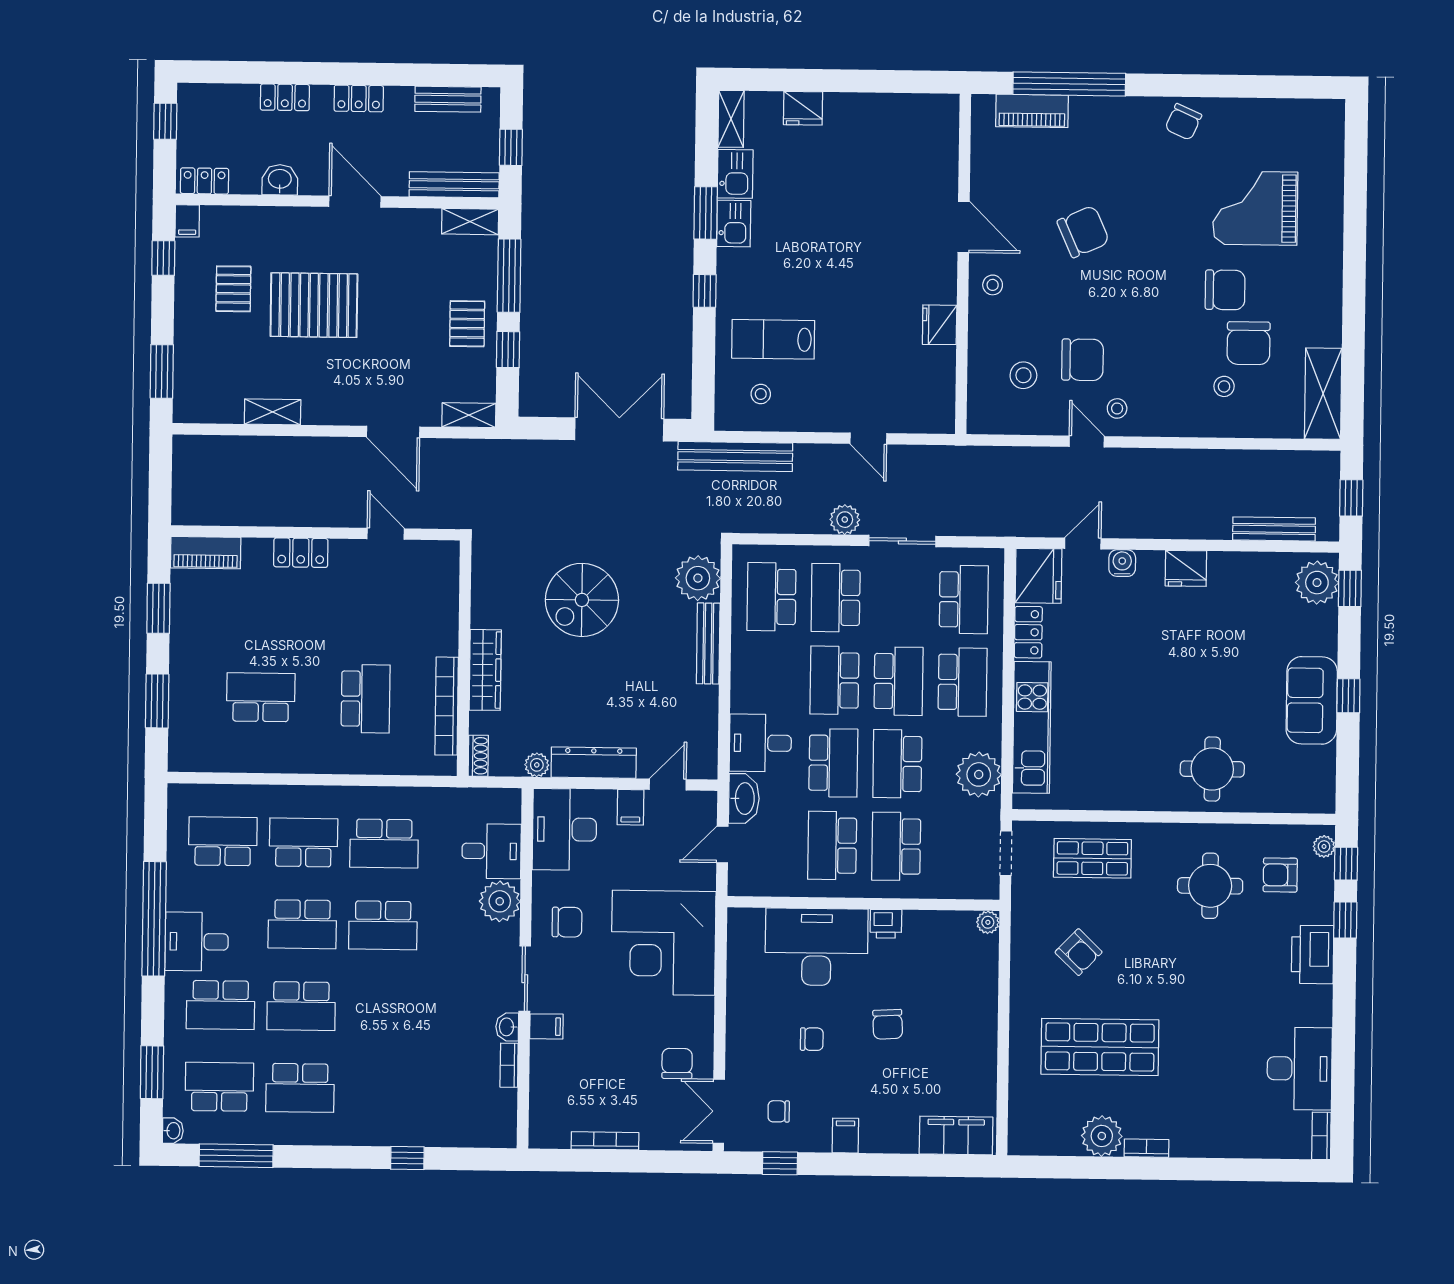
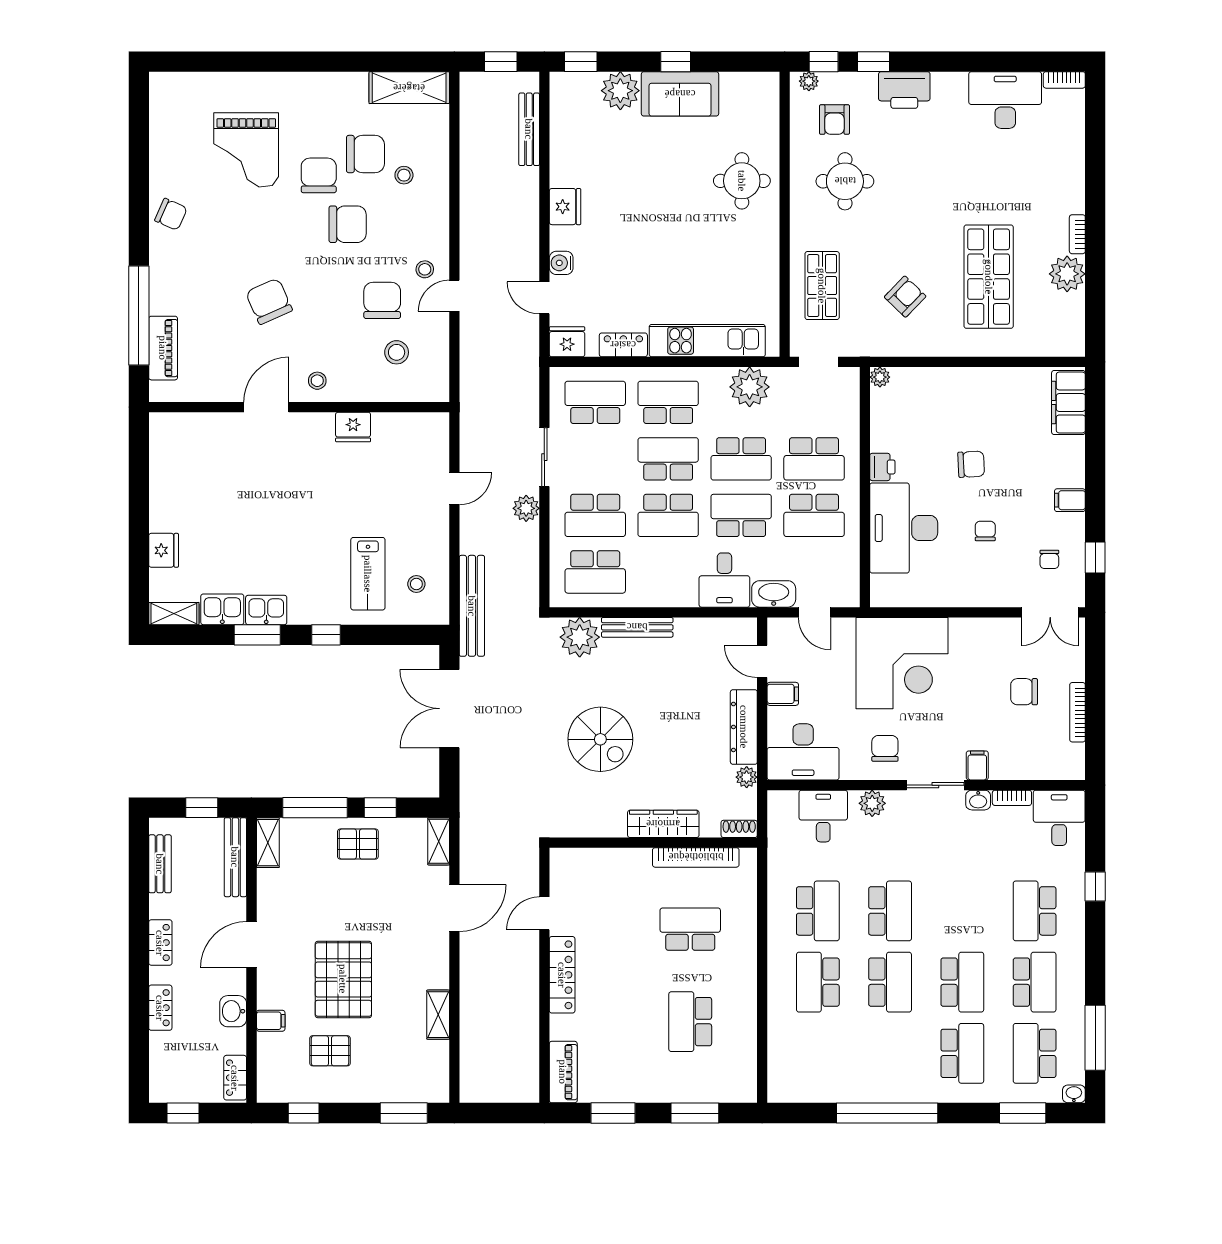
filing cabinet: (187, 221) -> (271, 1021), moved
chair: (1169, 322) -> (348, 224), added
locker: (301, 553) -> (562, 975), width x1.53
fridge: (1038, 576) -> (567, 342), width x0.73, depth x0.75
plant: (1317, 583) -> (620, 91), moved
school desk: (223, 841) -> (1035, 911), moved
plant: (500, 901) -> (872, 803), width x0.73, depth x0.73
desk: (197, 942) -> (1059, 818), moved, turned 180
chair: (677, 1063) -> (1024, 692), moved

